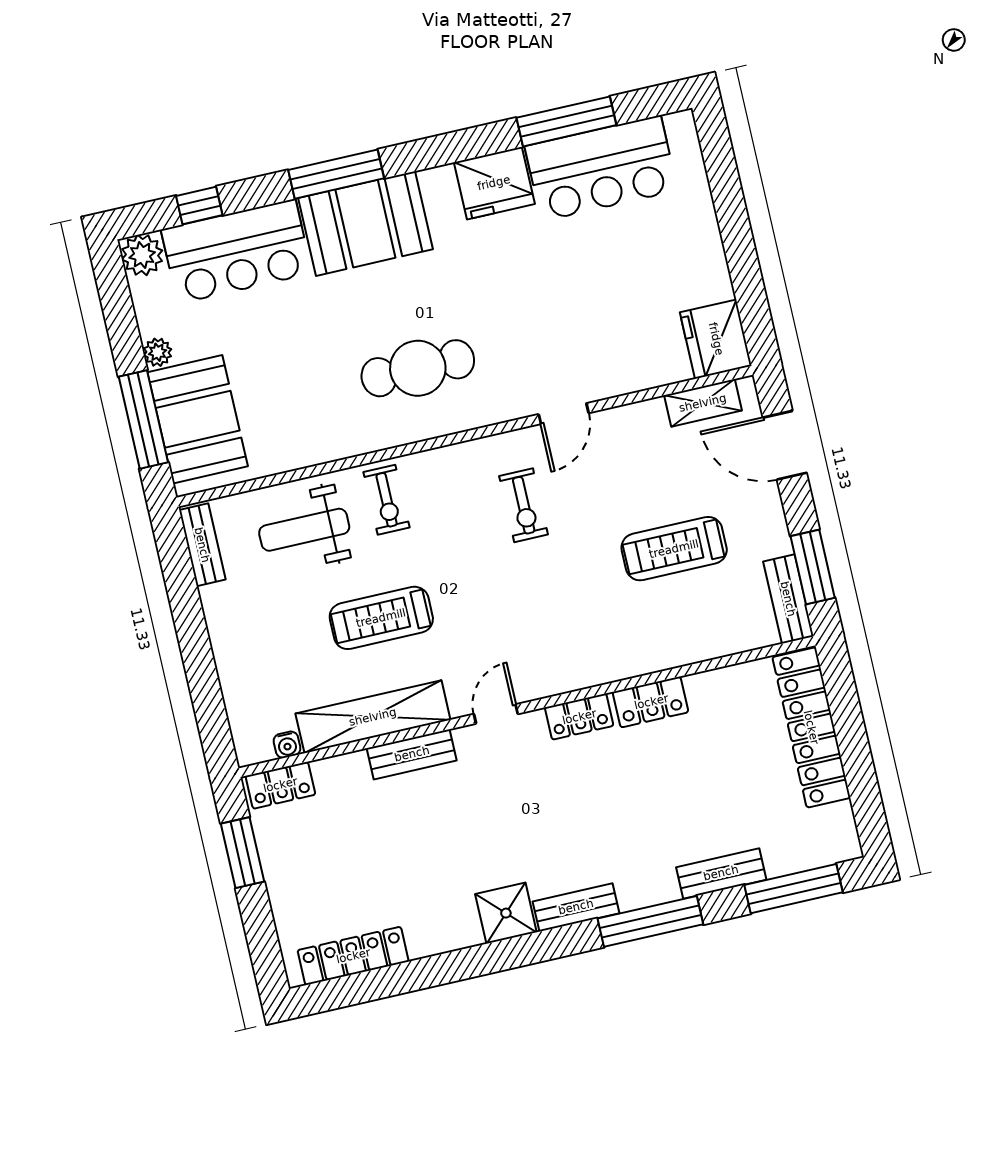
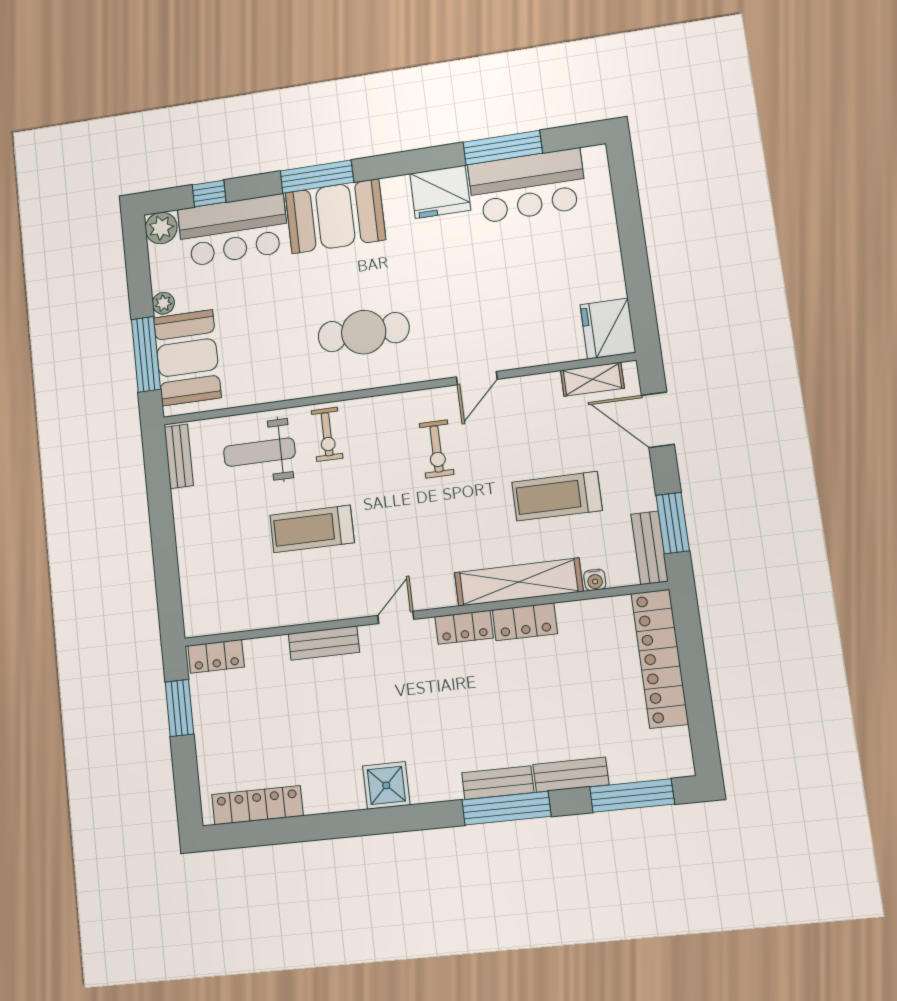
shelving: (373, 717) -> (519, 582), moved
water cooler: (287, 745) -> (595, 580), moved
bench: (576, 907) -> (498, 783), moved

